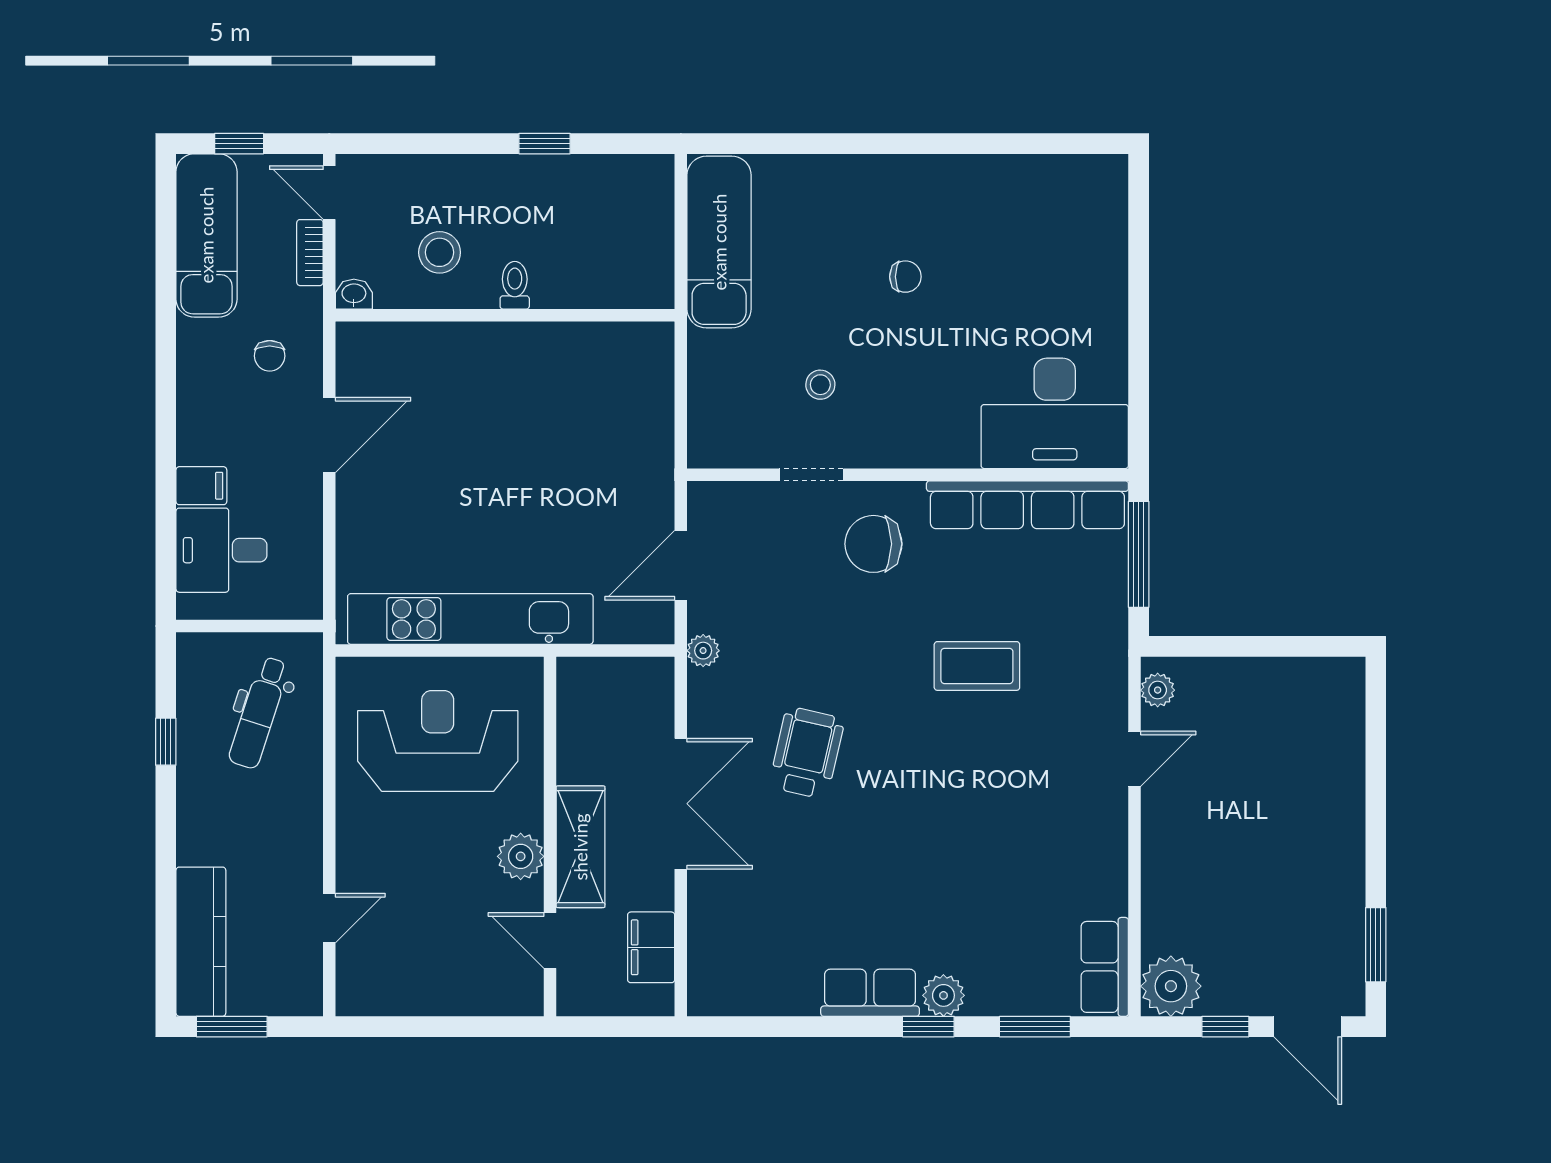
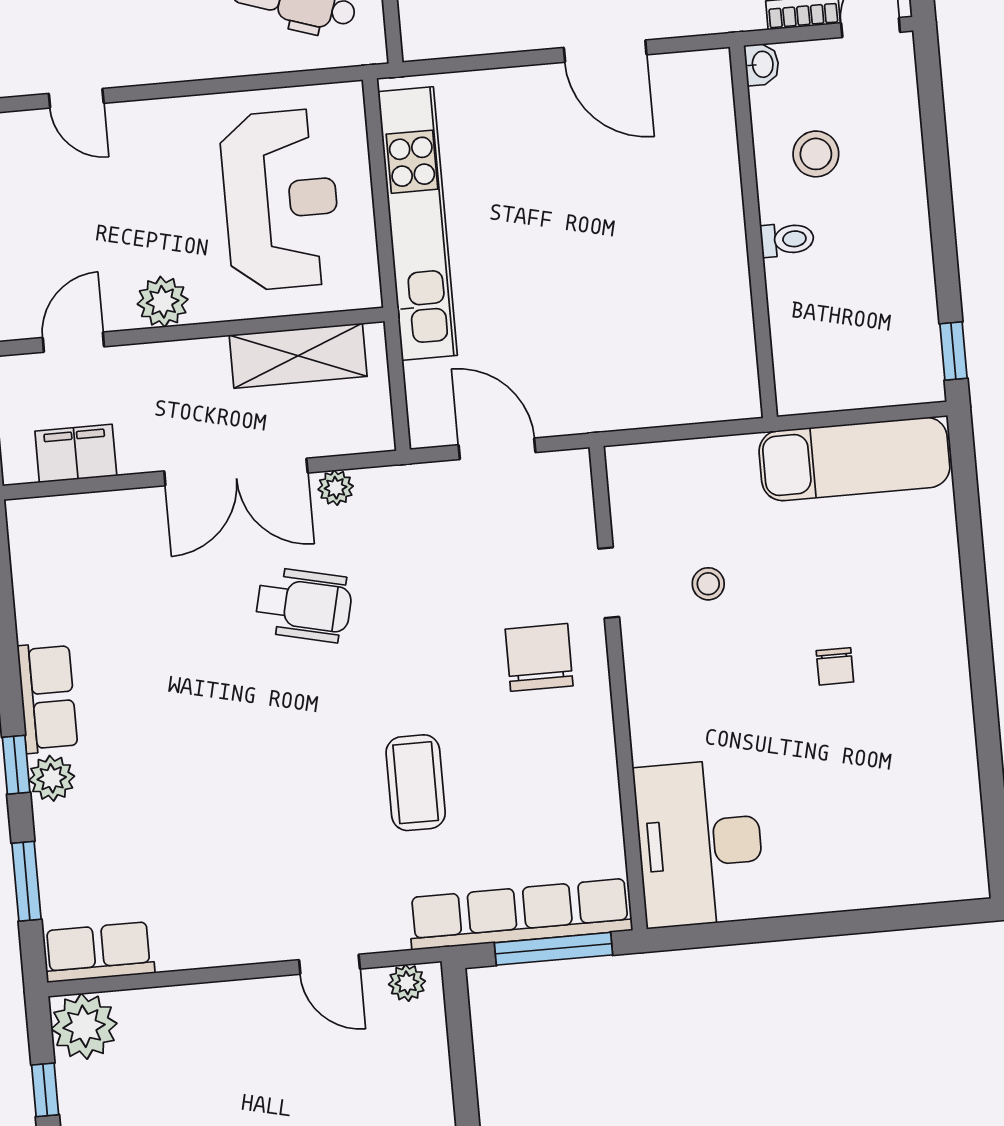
window: (545, 144) -> (953, 351), moved
row of seats: (1027, 505) -> (520, 914), moved, turned 90
plant: (703, 651) -> (336, 488), moved
shelving: (580, 847) -> (298, 356), moved

